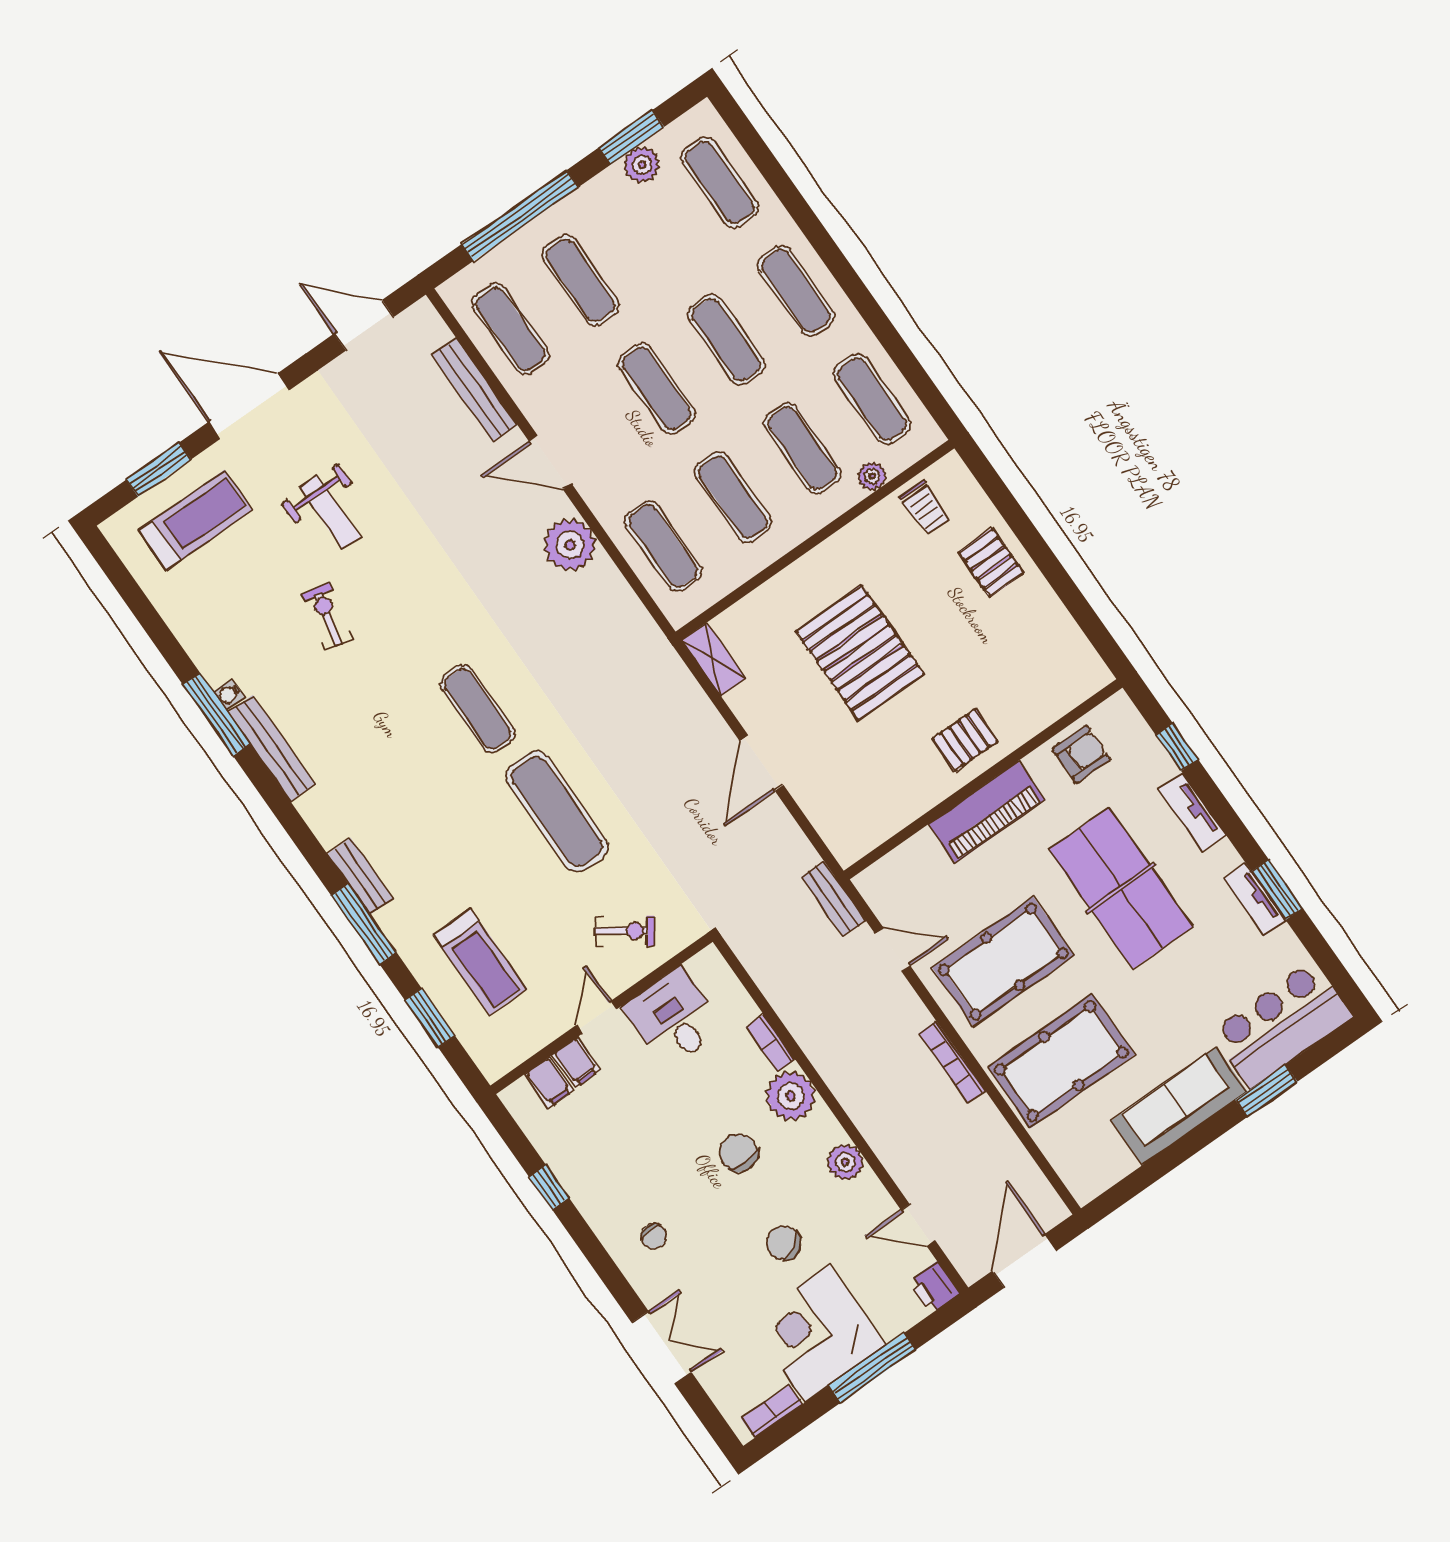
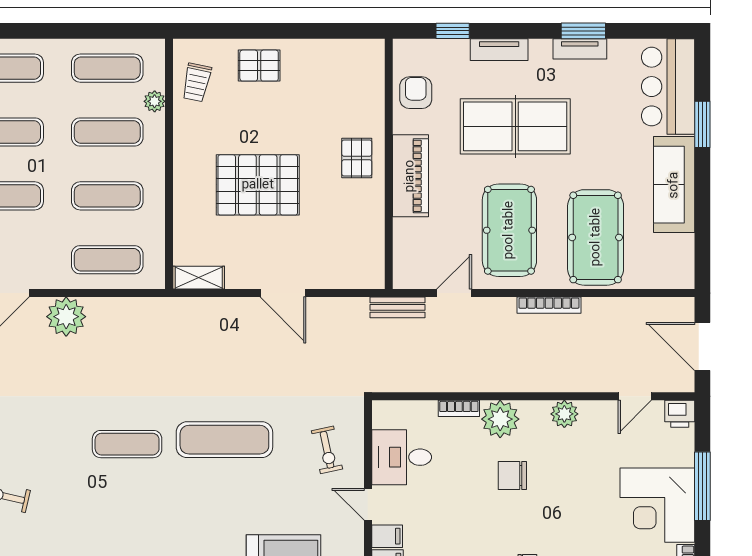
trolley: (925, 508) -> (197, 82), turned 102
exercise bike: (624, 931) -> (327, 450), turned 133
chair: (784, 1243) -> (587, 486), removed

